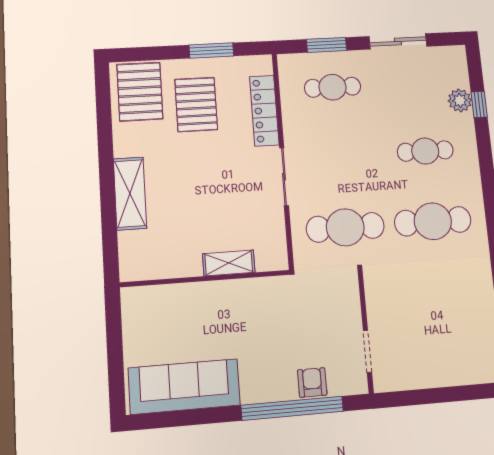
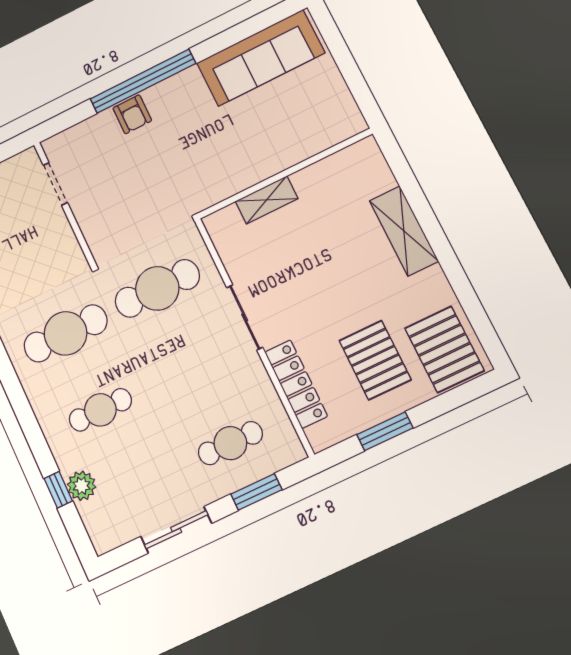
wall: (366, 331) -> (65, 204), moved
doorway: (367, 351) -> (55, 184), moved

